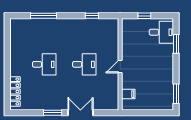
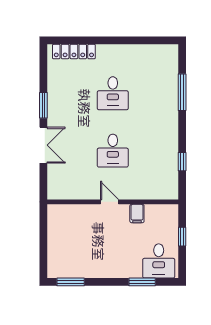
filing cabinet: (128, 94) -> (137, 214), moved

